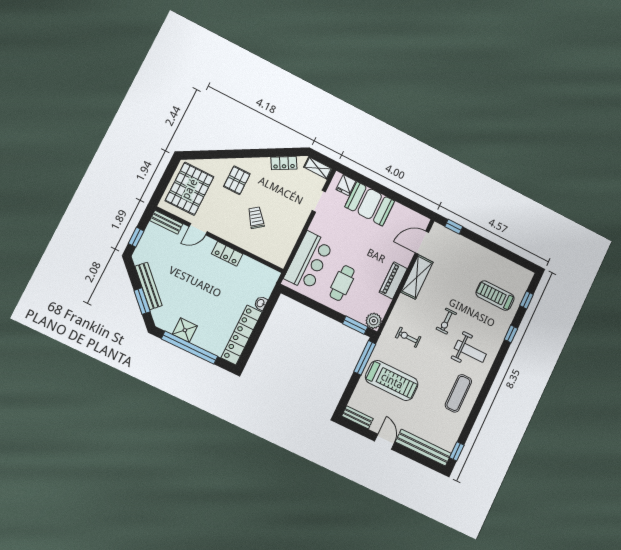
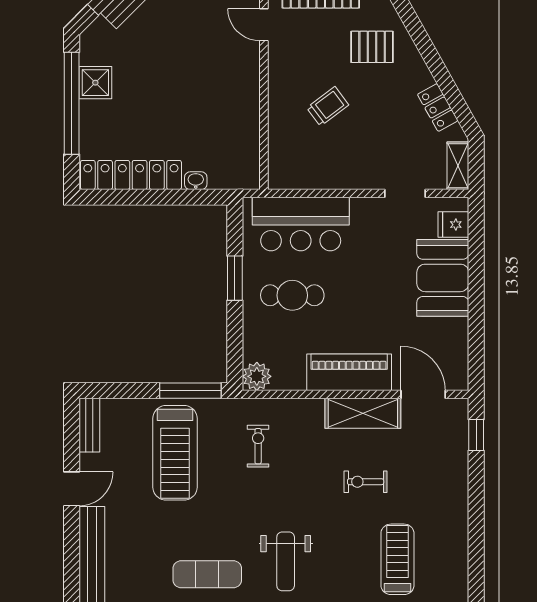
locker: (227, 254) -> (248, 89), removed
piano: (393, 280) -> (349, 372), width x1.37, depth x1.33
exercise bike: (446, 321) -> (366, 482), moved
window: (355, 325) -> (235, 278), moved

